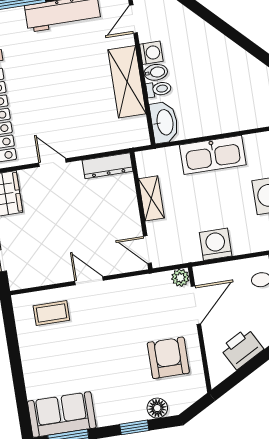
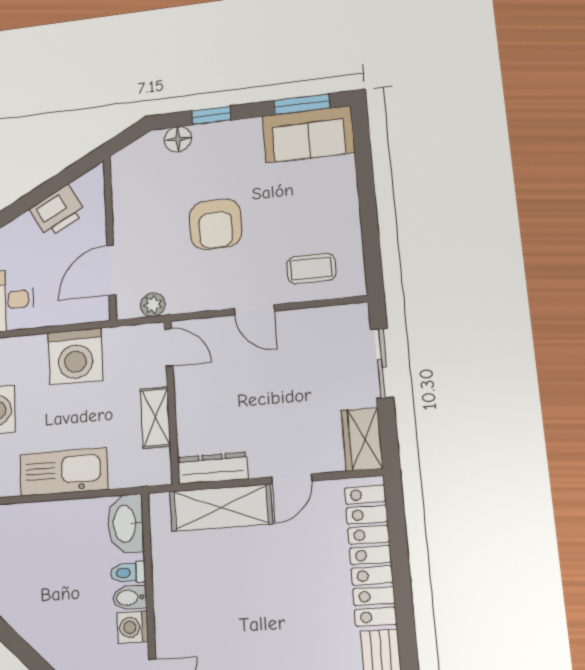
shelving: (127, 82) -> (221, 508), moved, turned 90
door: (52, 163) -> (292, 479), hinge flipped
washing machine: (216, 244) -> (75, 356), width x1.37, depth x1.37
plant: (180, 278) -> (153, 305), moved
armchair: (168, 358) -> (215, 224), moved

